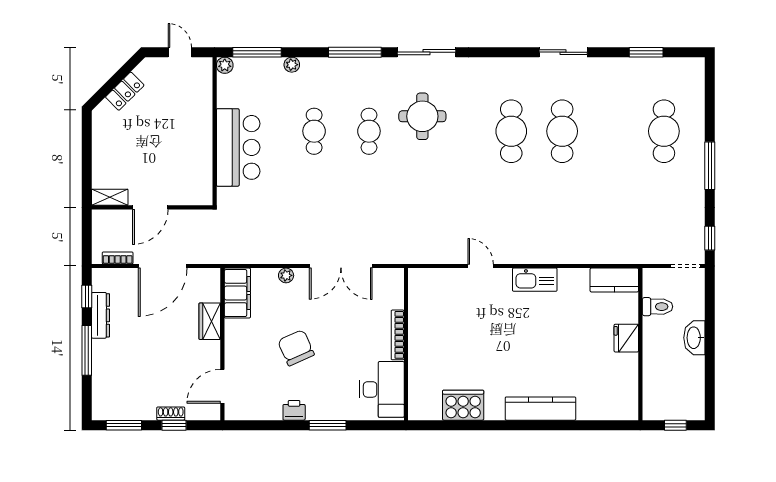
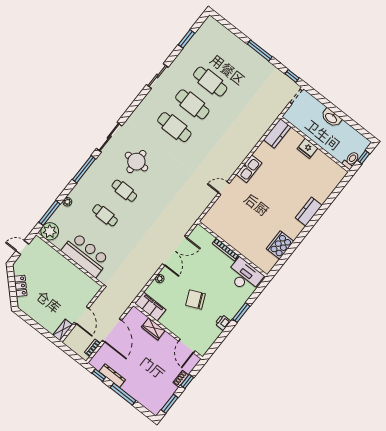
plant: (225, 65) -> (50, 231), width x1.88, depth x1.88
cafe table: (664, 131) -> (210, 82), moved
toilet: (657, 307) -> (351, 160), moved
kitchen counter: (540, 409) -> (309, 212), width x0.67

